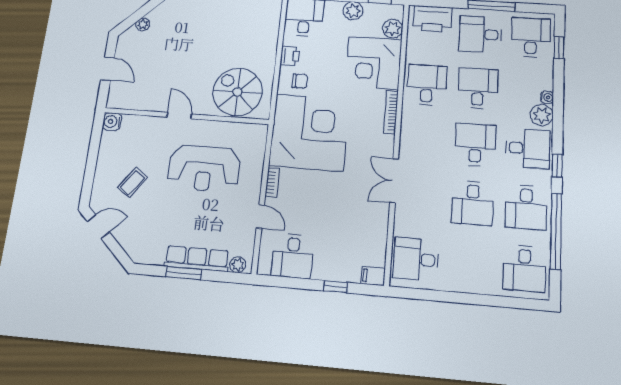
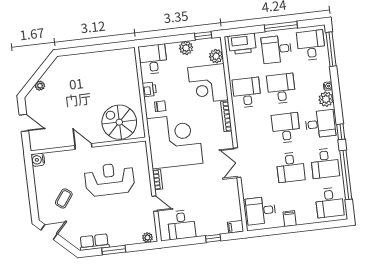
window: (559, 48) -> (331, 49), width x2.17
reception desk: (204, 168) -> (109, 179), turned 180
row of seats: (197, 259) -> (94, 242), moved, width x0.68
filing cabinet: (458, 281) -> (290, 219), added

